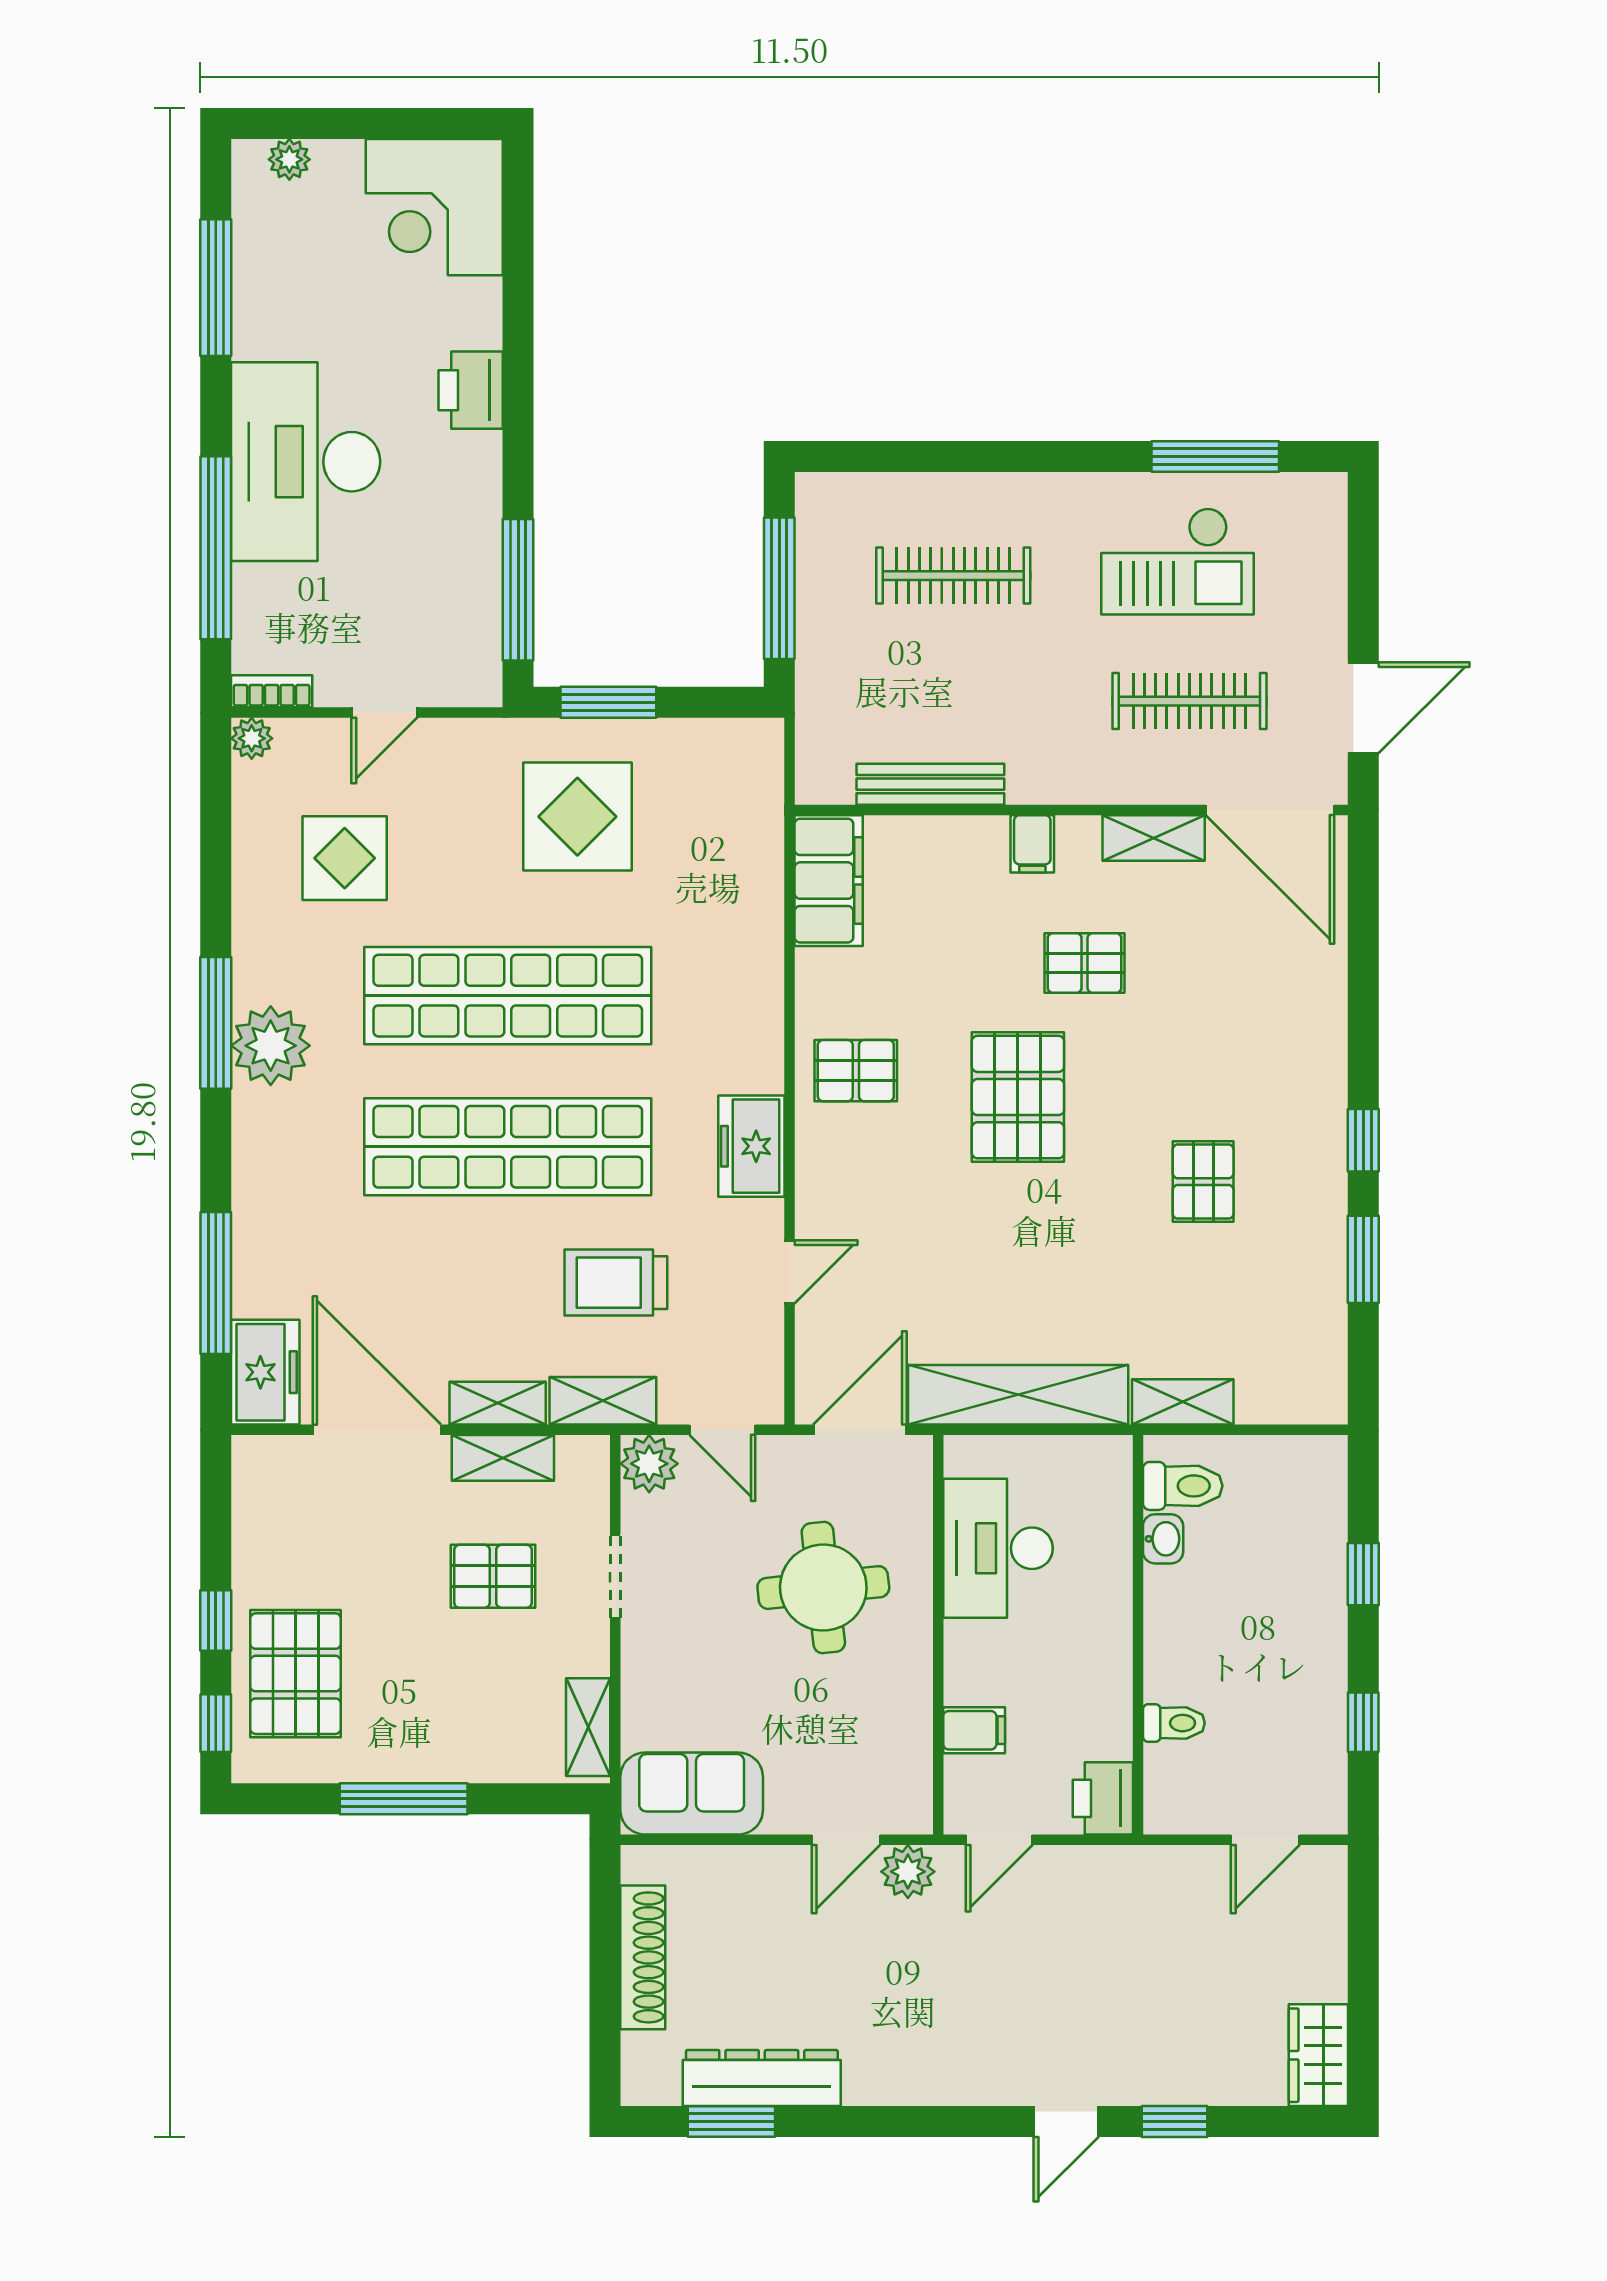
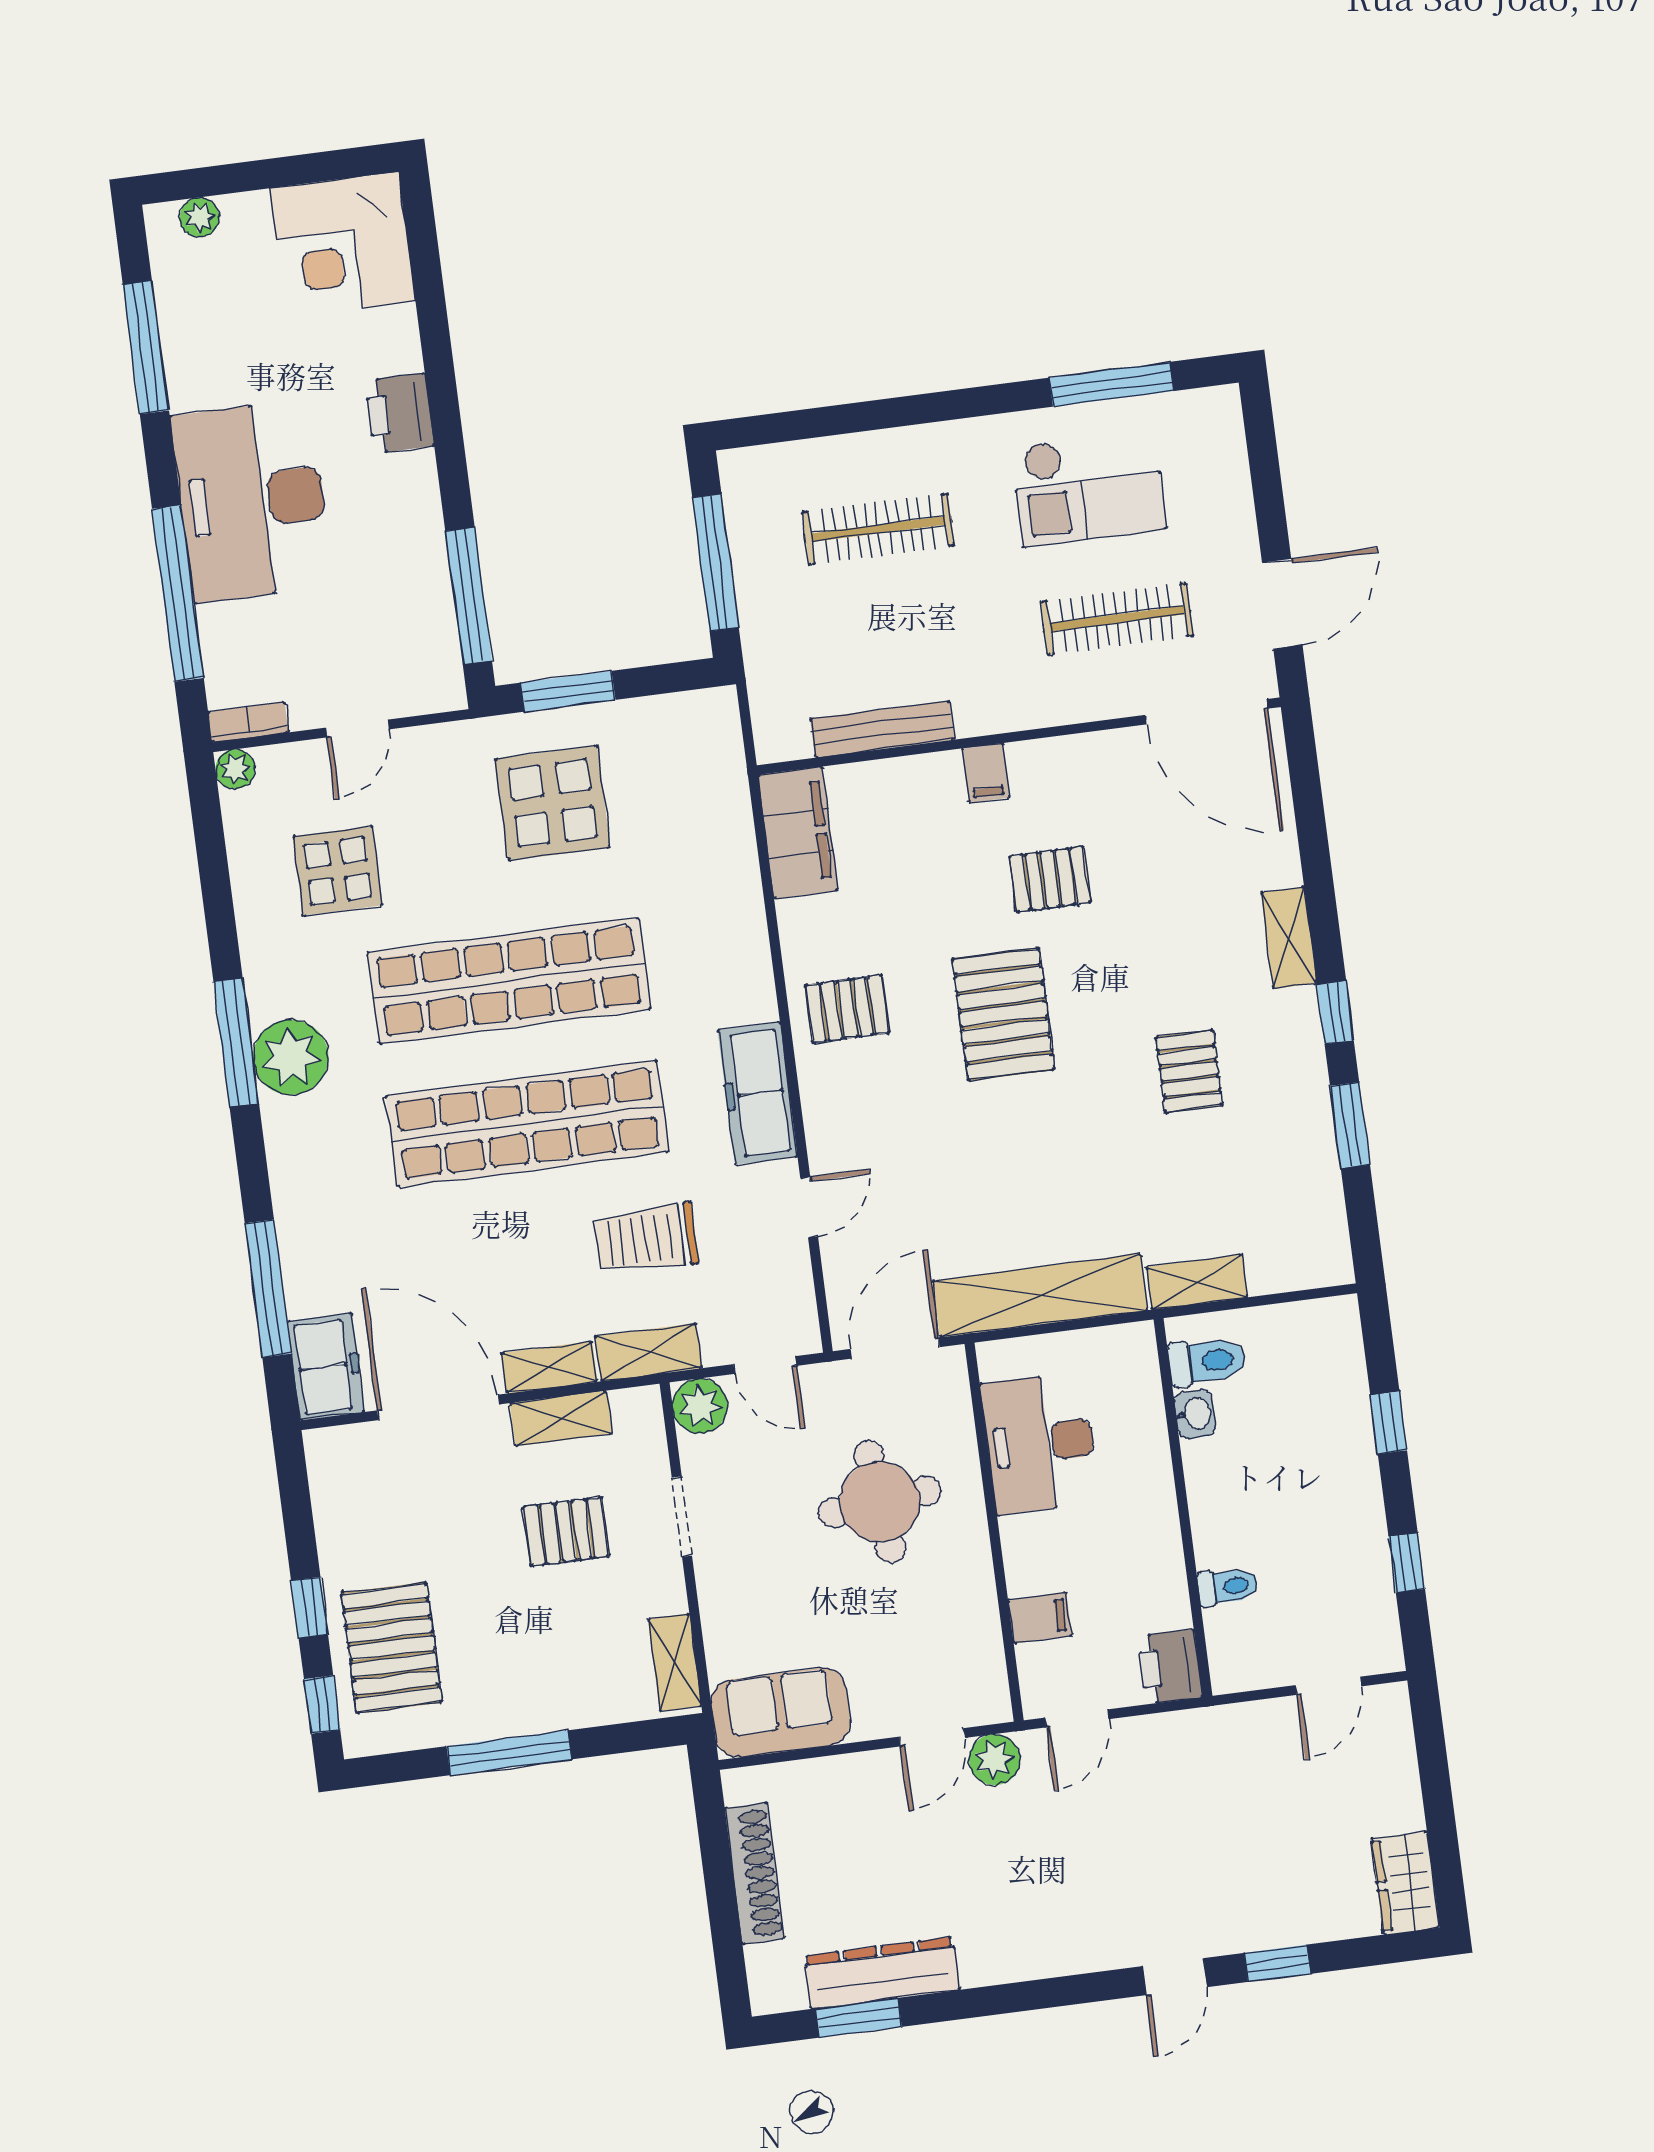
shelving: (1154, 838) -> (1289, 938), moved, turned 90
freezer: (751, 1146) -> (758, 1093), width x1.40

